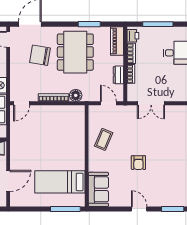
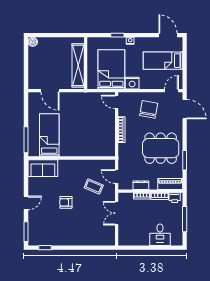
chair: (40, 55) -> (149, 109), moved
floor lamp: (76, 95) -> (123, 149), removed
door: (108, 103) -> (117, 177), swing flipped
coffee table: (104, 139) -> (94, 186), moved

